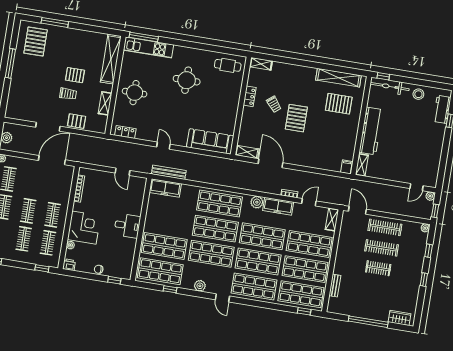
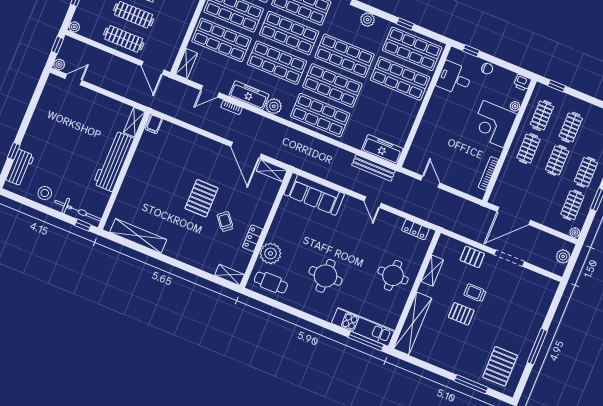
plant: (233, 88) -> (270, 253), added
pallet: (339, 104) -> (145, 204), removed
desk: (127, 226) -> (454, 78), moved

